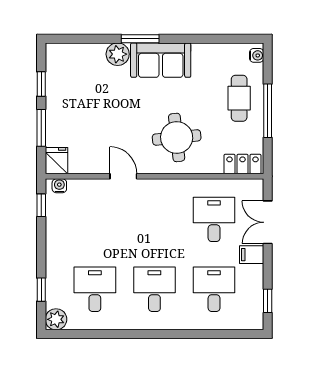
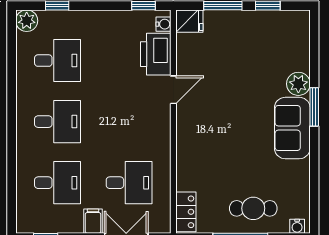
round table: (177, 137) -> (213, 144), removed
printer: (89, 193) -> (156, 54), added

